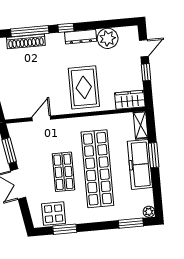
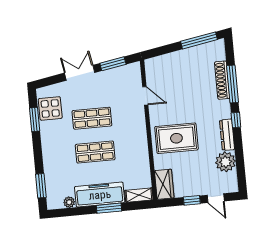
shop shelf: (97, 169) -> (95, 152), width x0.50, depth x0.74
plant: (149, 212) -> (69, 202), moved

